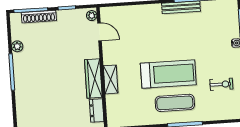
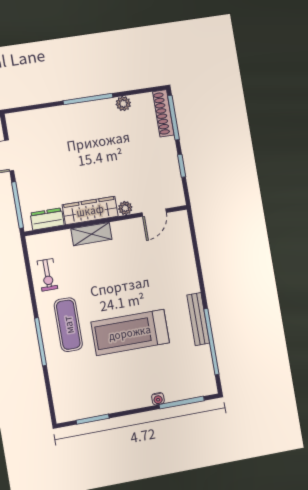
plant: (92, 16) -> (125, 208), moved
shoe rack: (39, 17) -> (163, 113), moved
treadmill: (168, 74) -> (130, 332), moved, turned 90
exercise bike: (221, 84) -> (47, 275), moved

